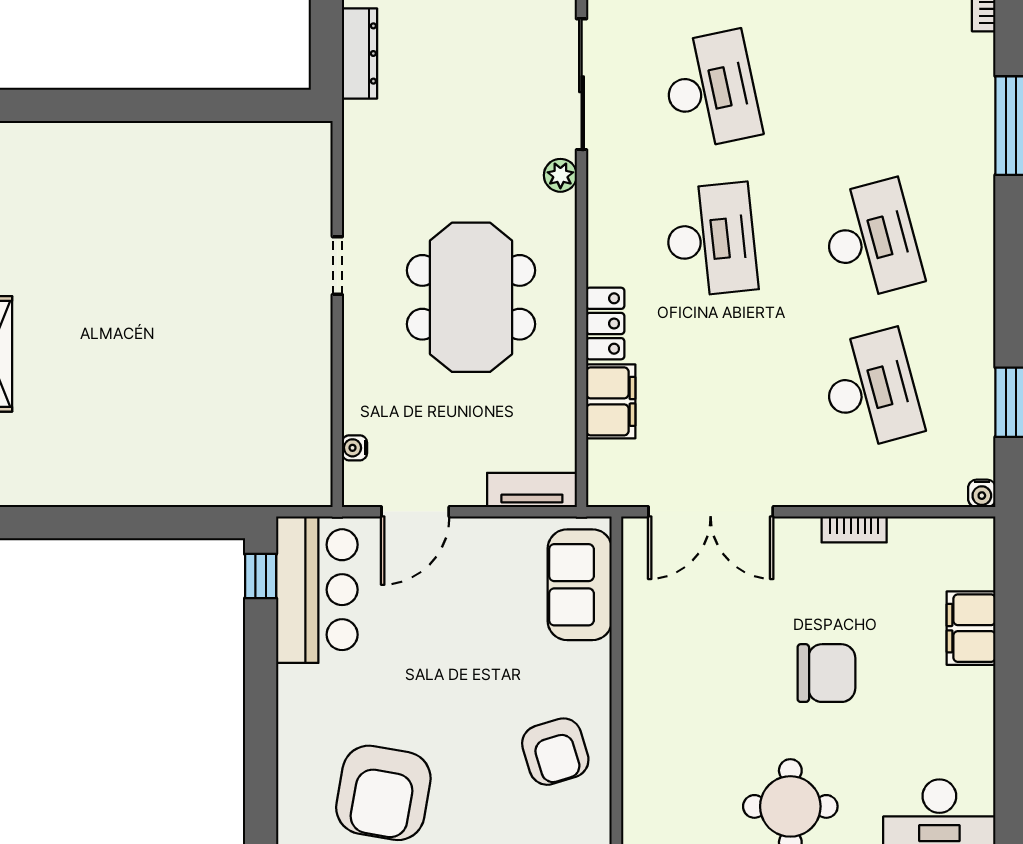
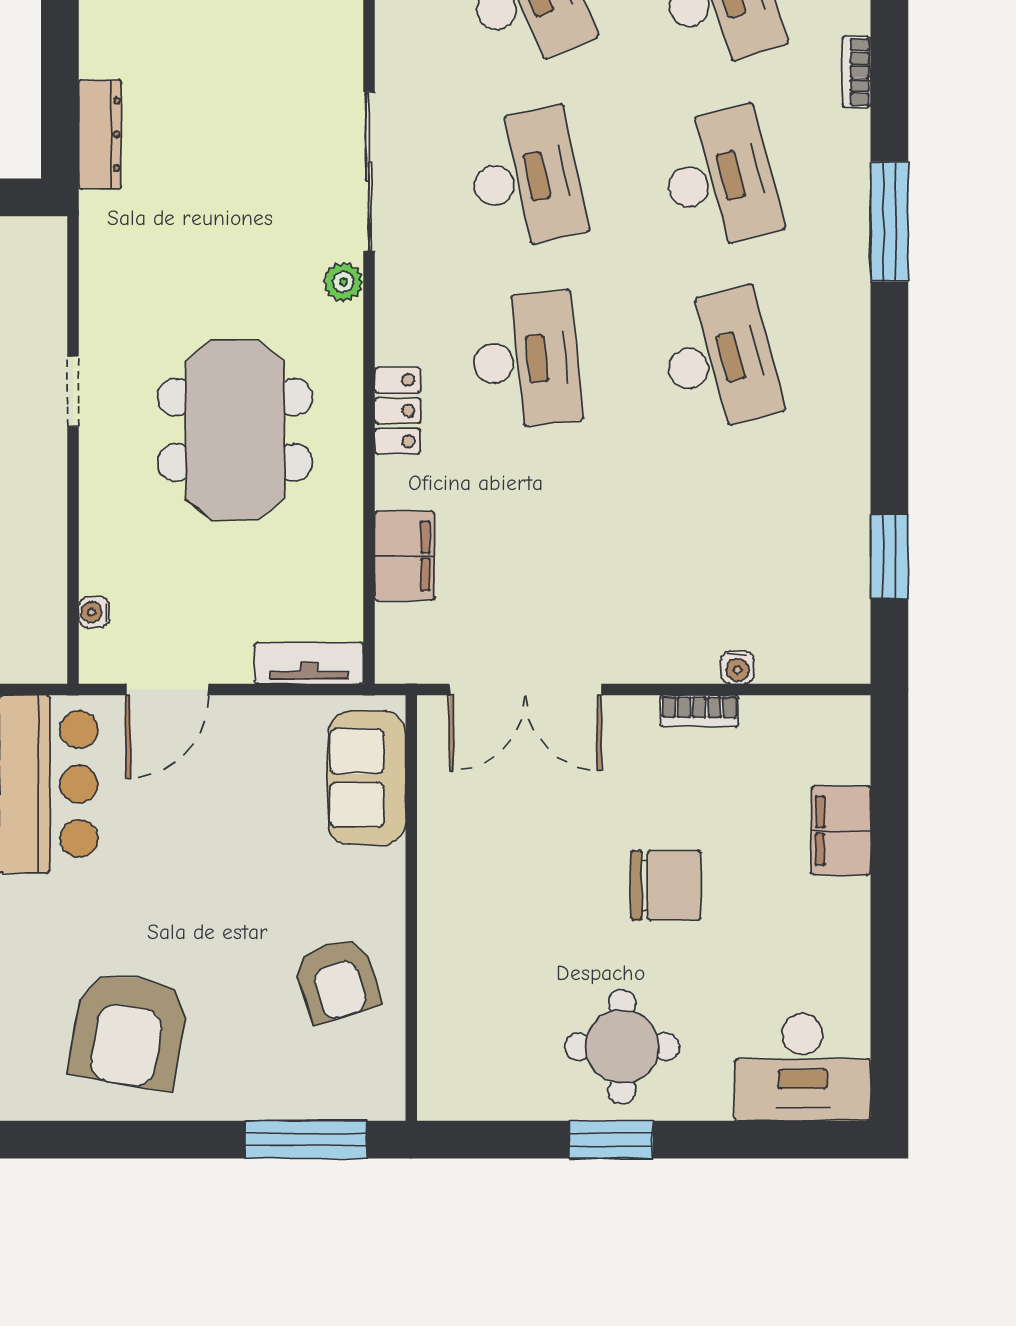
locker: (605, 323) -> (398, 411), moved
desk: (871, 390) -> (720, 178), moved
water cooler: (982, 493) -> (737, 667), moved

